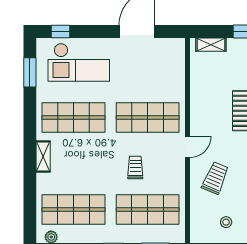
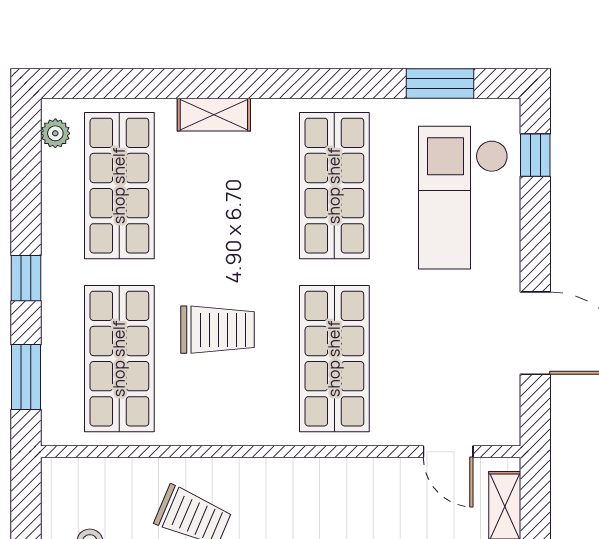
door: (187, 147) -> (448, 452), moved
shelving: (43, 156) -> (214, 115), moved
trolley: (135, 168) -> (218, 330), width x1.36, depth x1.39

